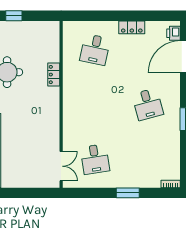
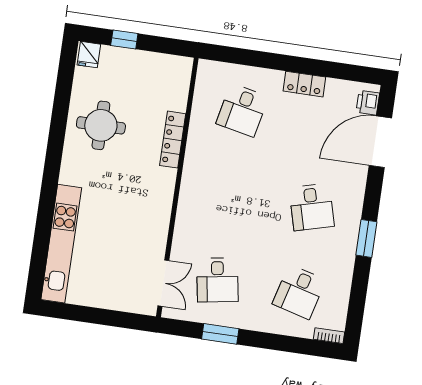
locker: (54, 75) -> (173, 140), width x1.53
desk: (148, 159) -> (299, 292), added
window: (128, 193) -> (220, 334), moved

